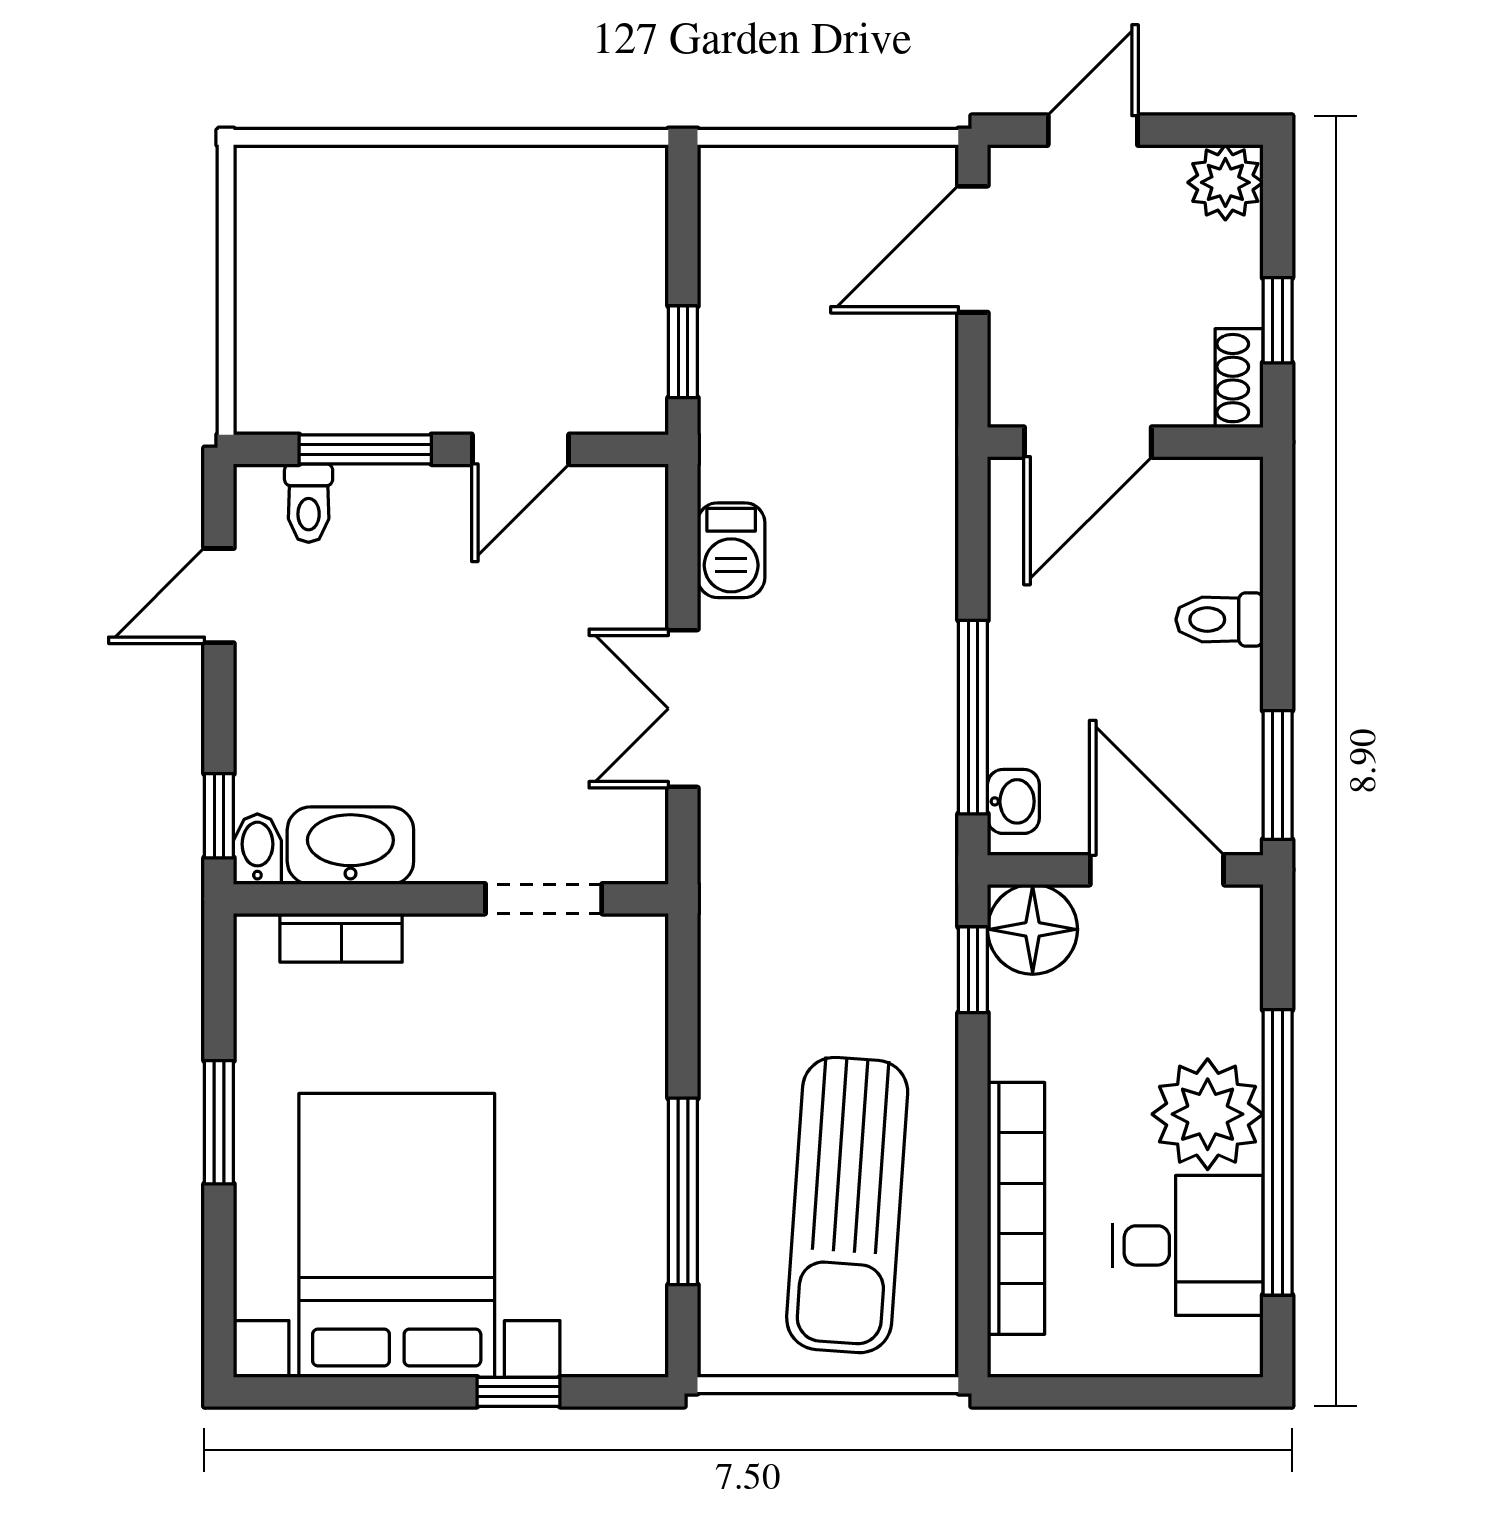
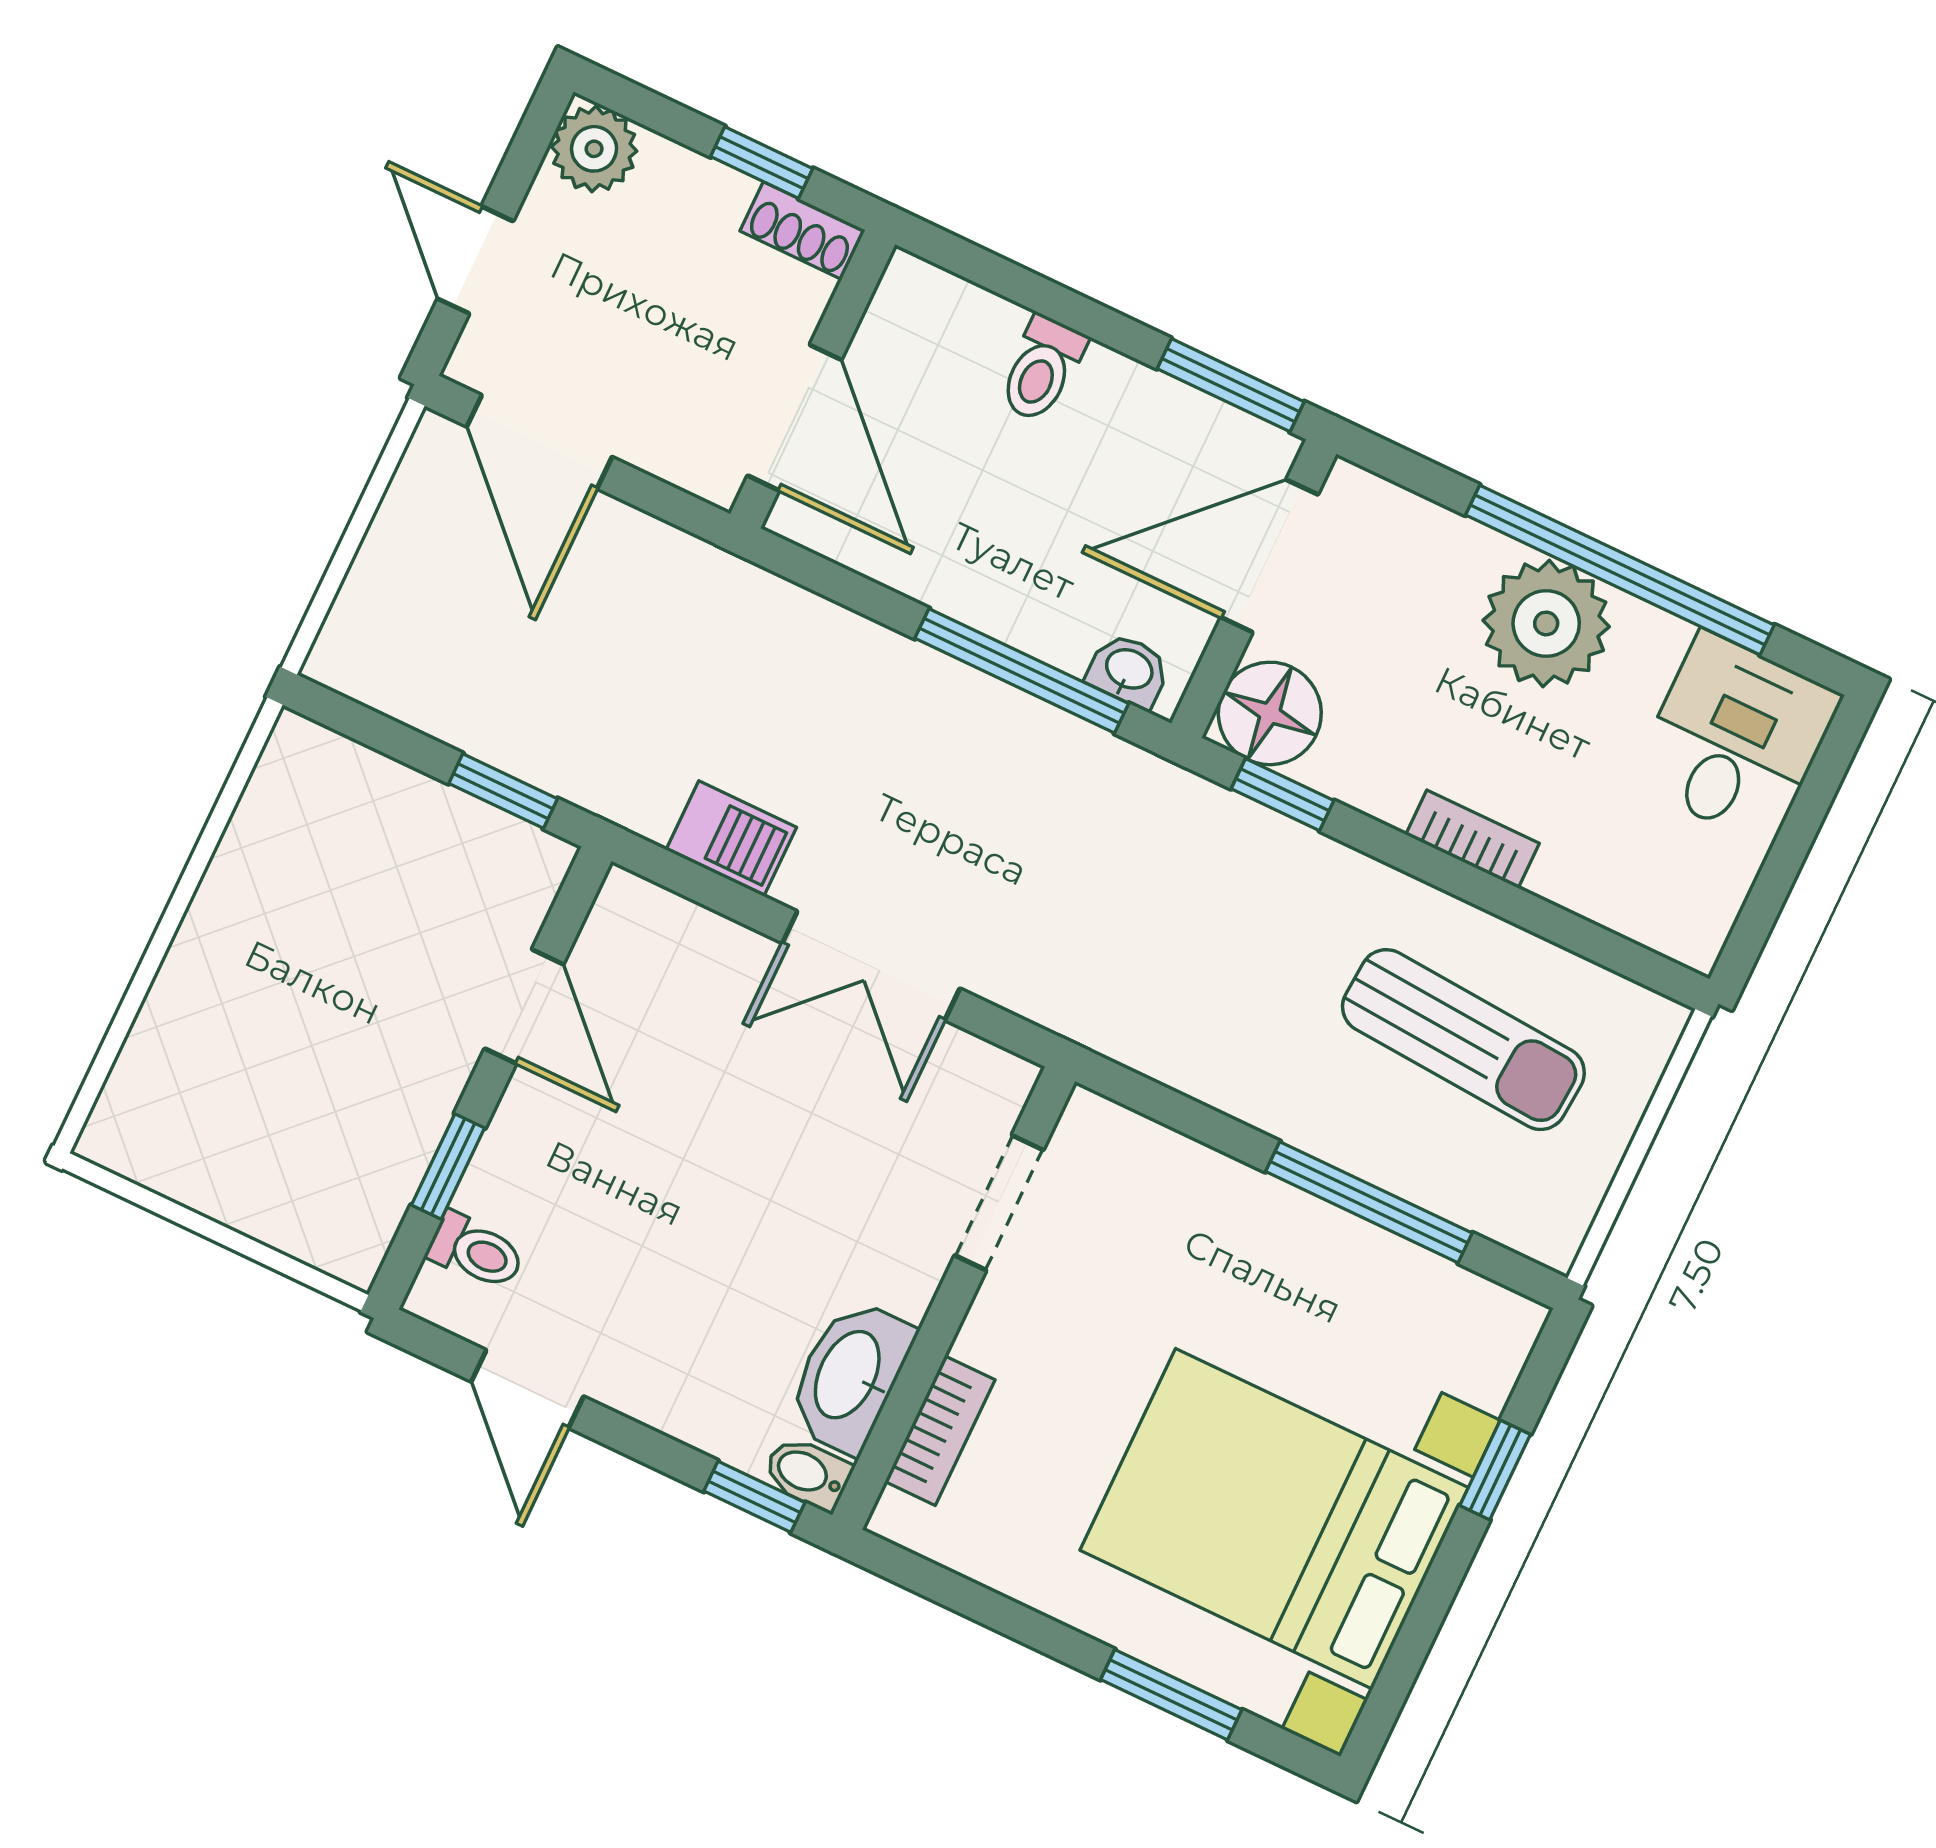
window: (365, 449) -> (448, 1166), width x0.67
window: (219, 1122) -> (1171, 1695), moved
sun lounger: (847, 1205) -> (1463, 1040), width x0.73, depth x0.75
bookcase: (1016, 1208) -> (1472, 839), width x0.43, depth x0.76
desk: (1188, 1245) -> (1736, 739), moved

